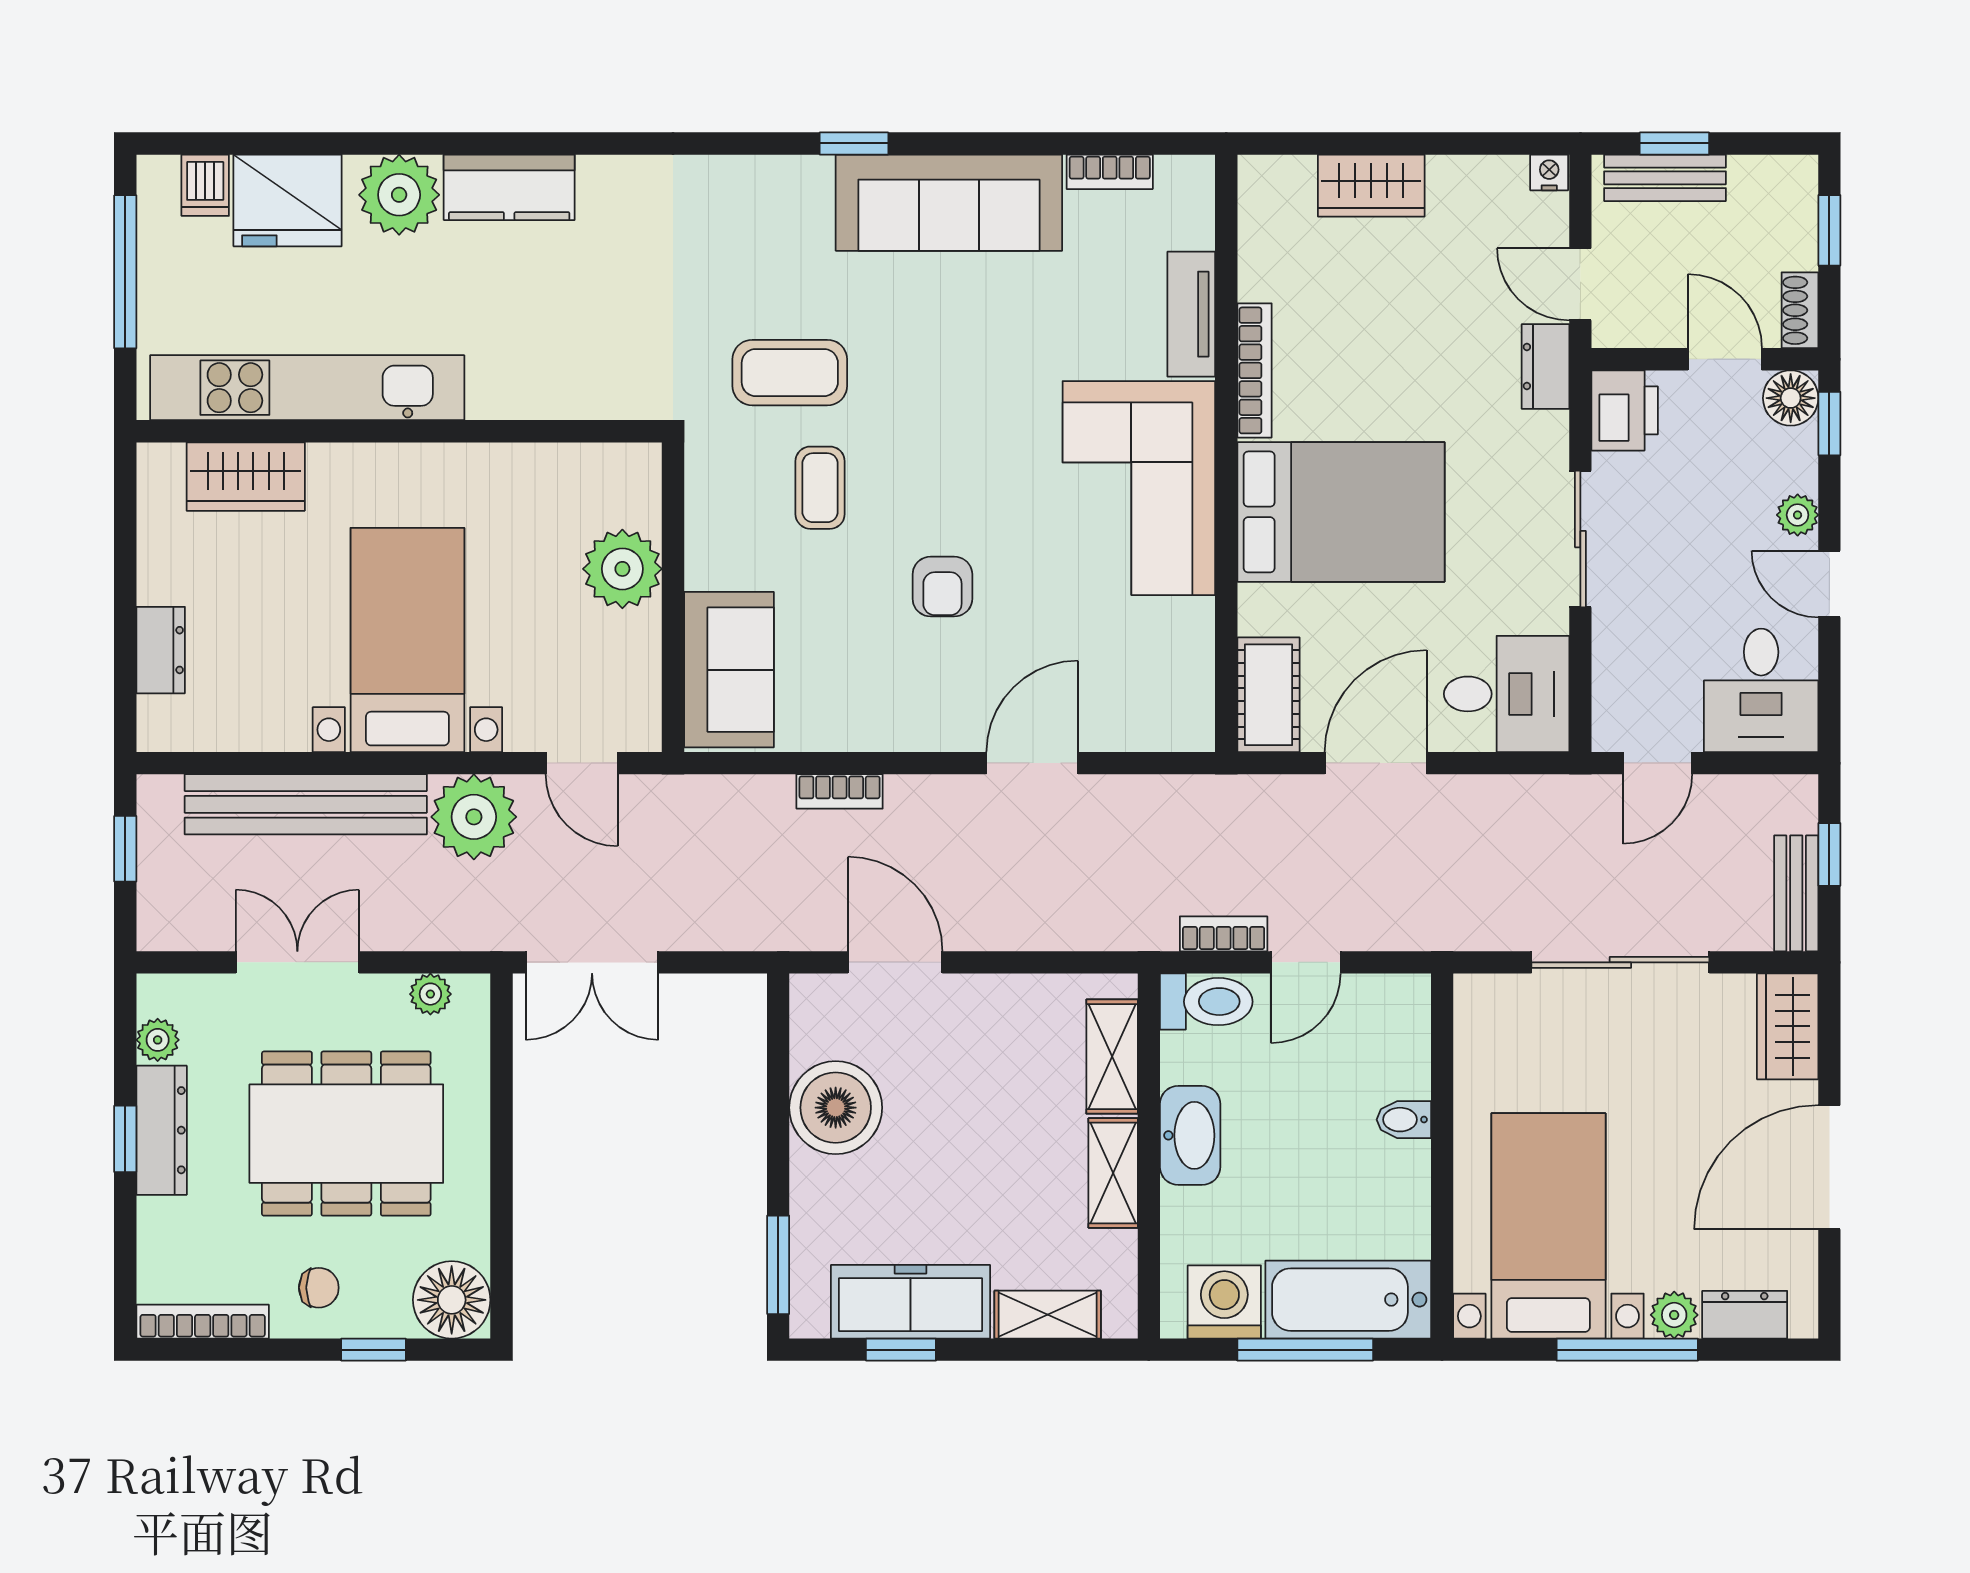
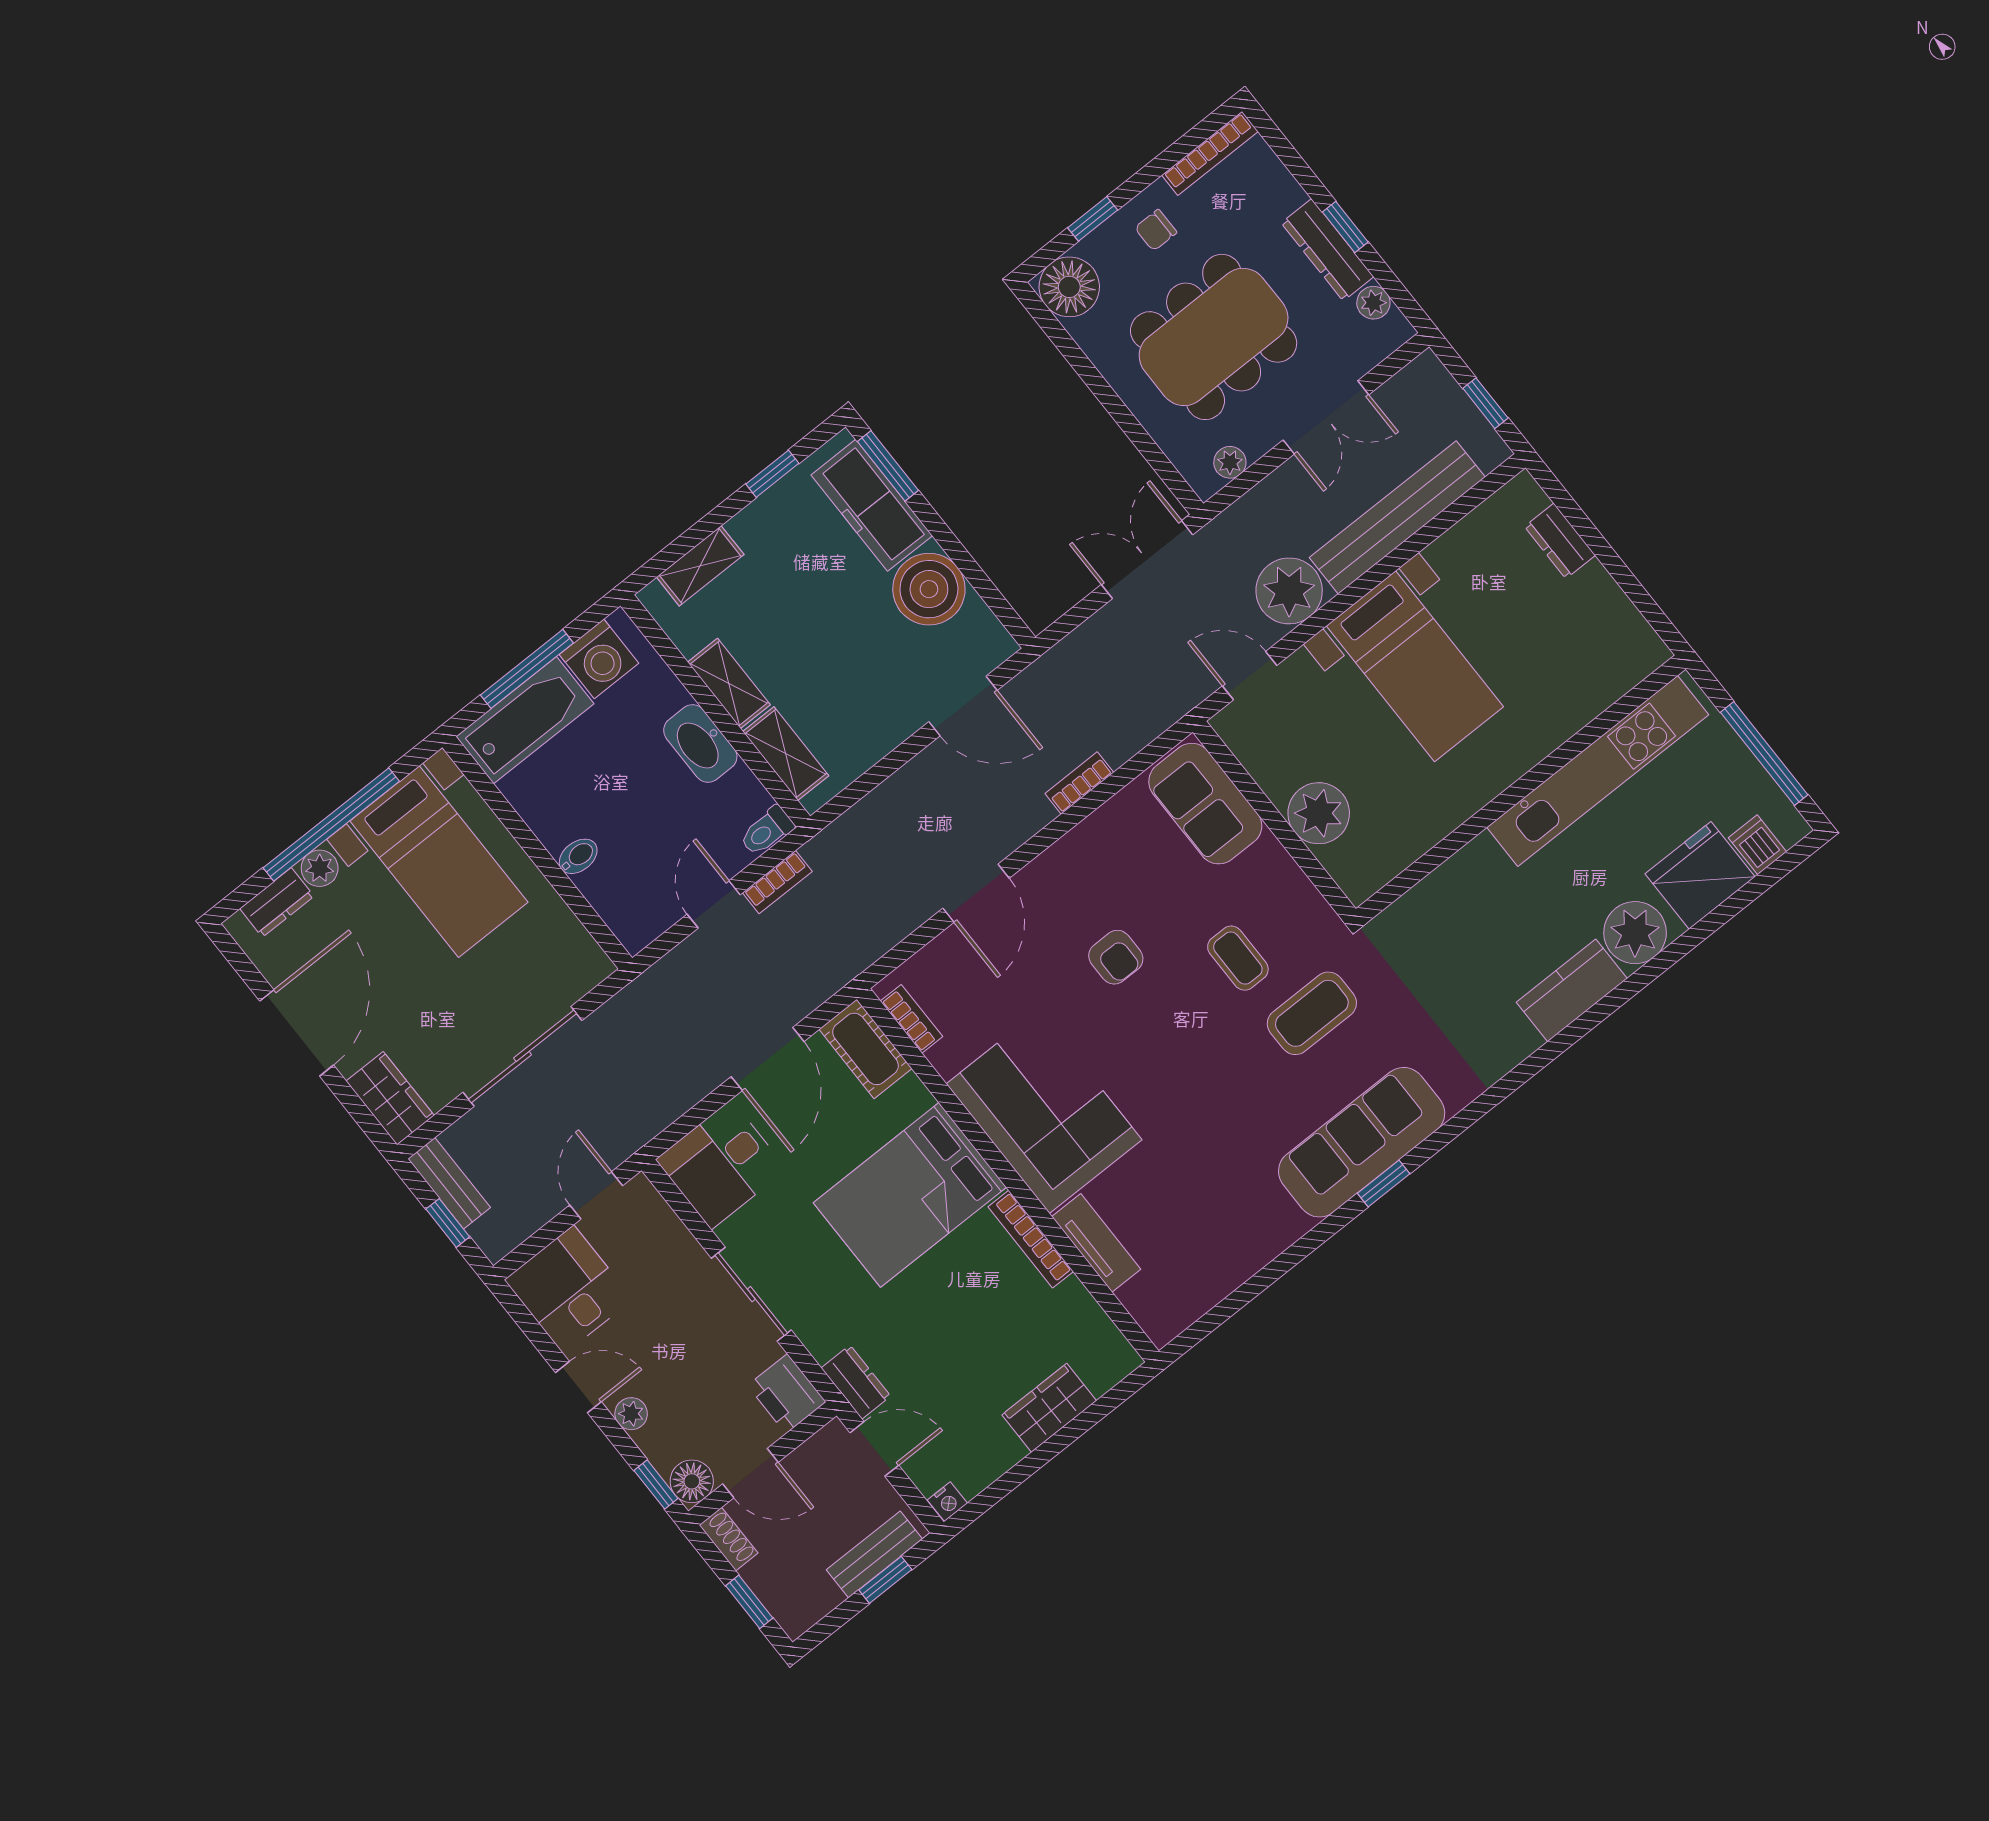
bookcase: (1110, 172) -> (911, 1019), moved, turned 90
sofa: (949, 203) -> (1362, 1142), moved
wardrobe: (246, 477) -> (1592, 687), removed
armchair: (942, 587) -> (1116, 957), turned 180
toilet: (1206, 1002) -> (767, 831), width x0.73, depth x0.72
freezer: (910, 1302) -> (872, 505), moved, turned 90
window: (1627, 1350) -> (331, 825), width x1.46

